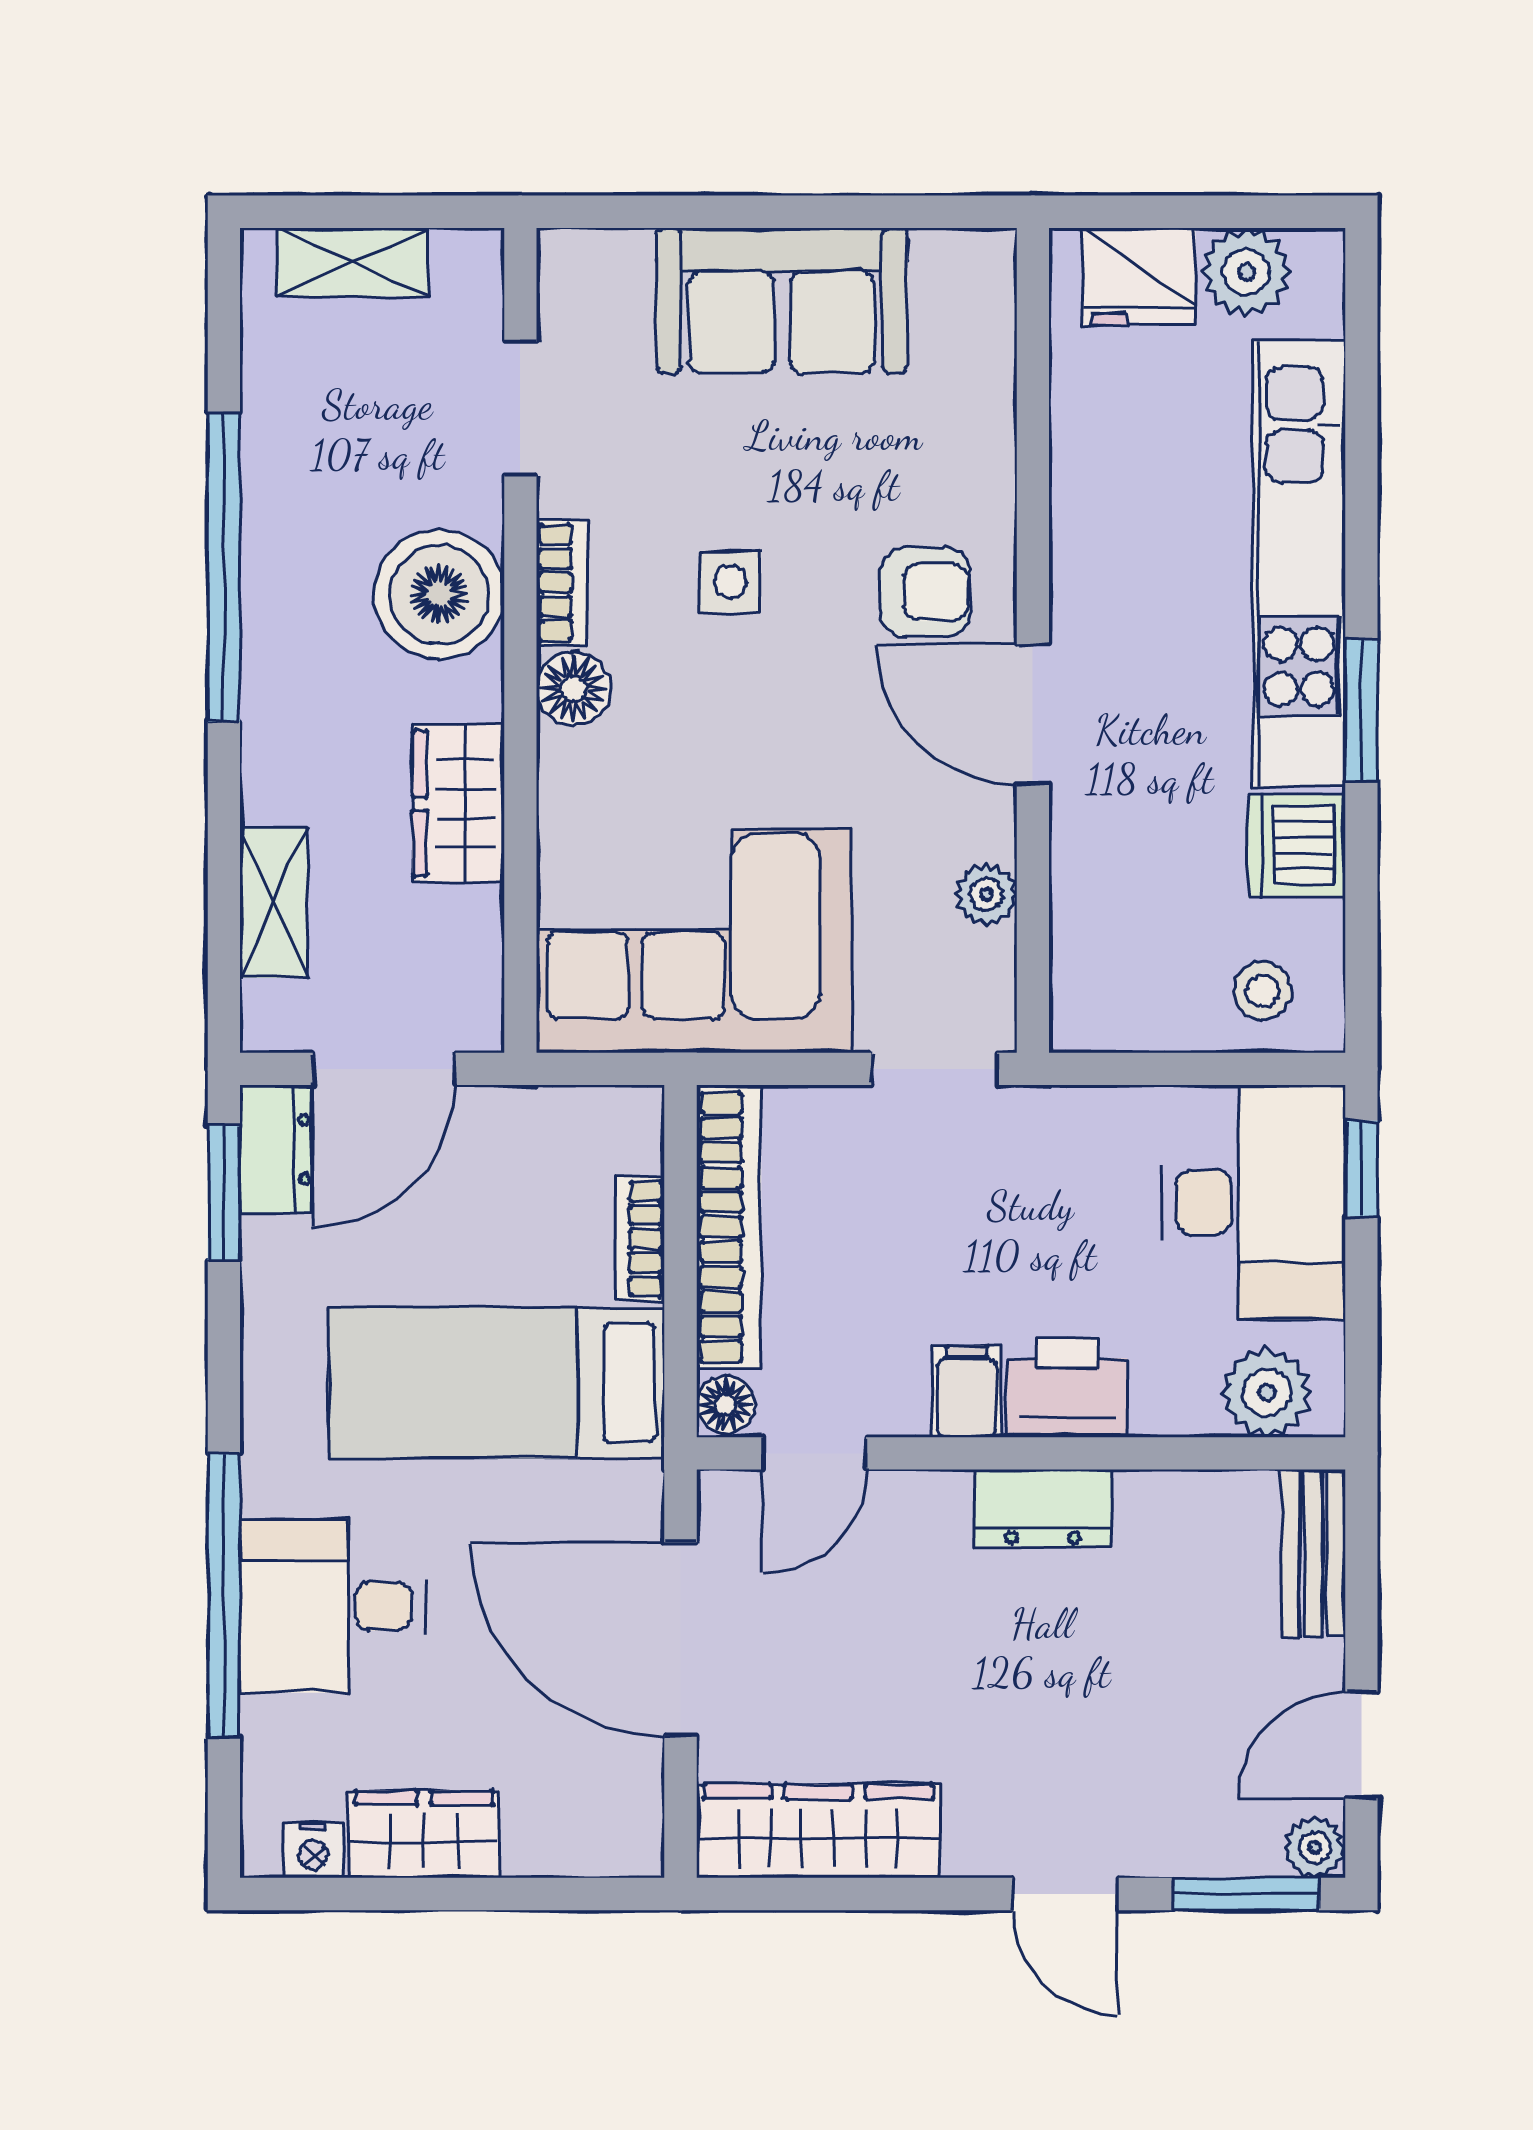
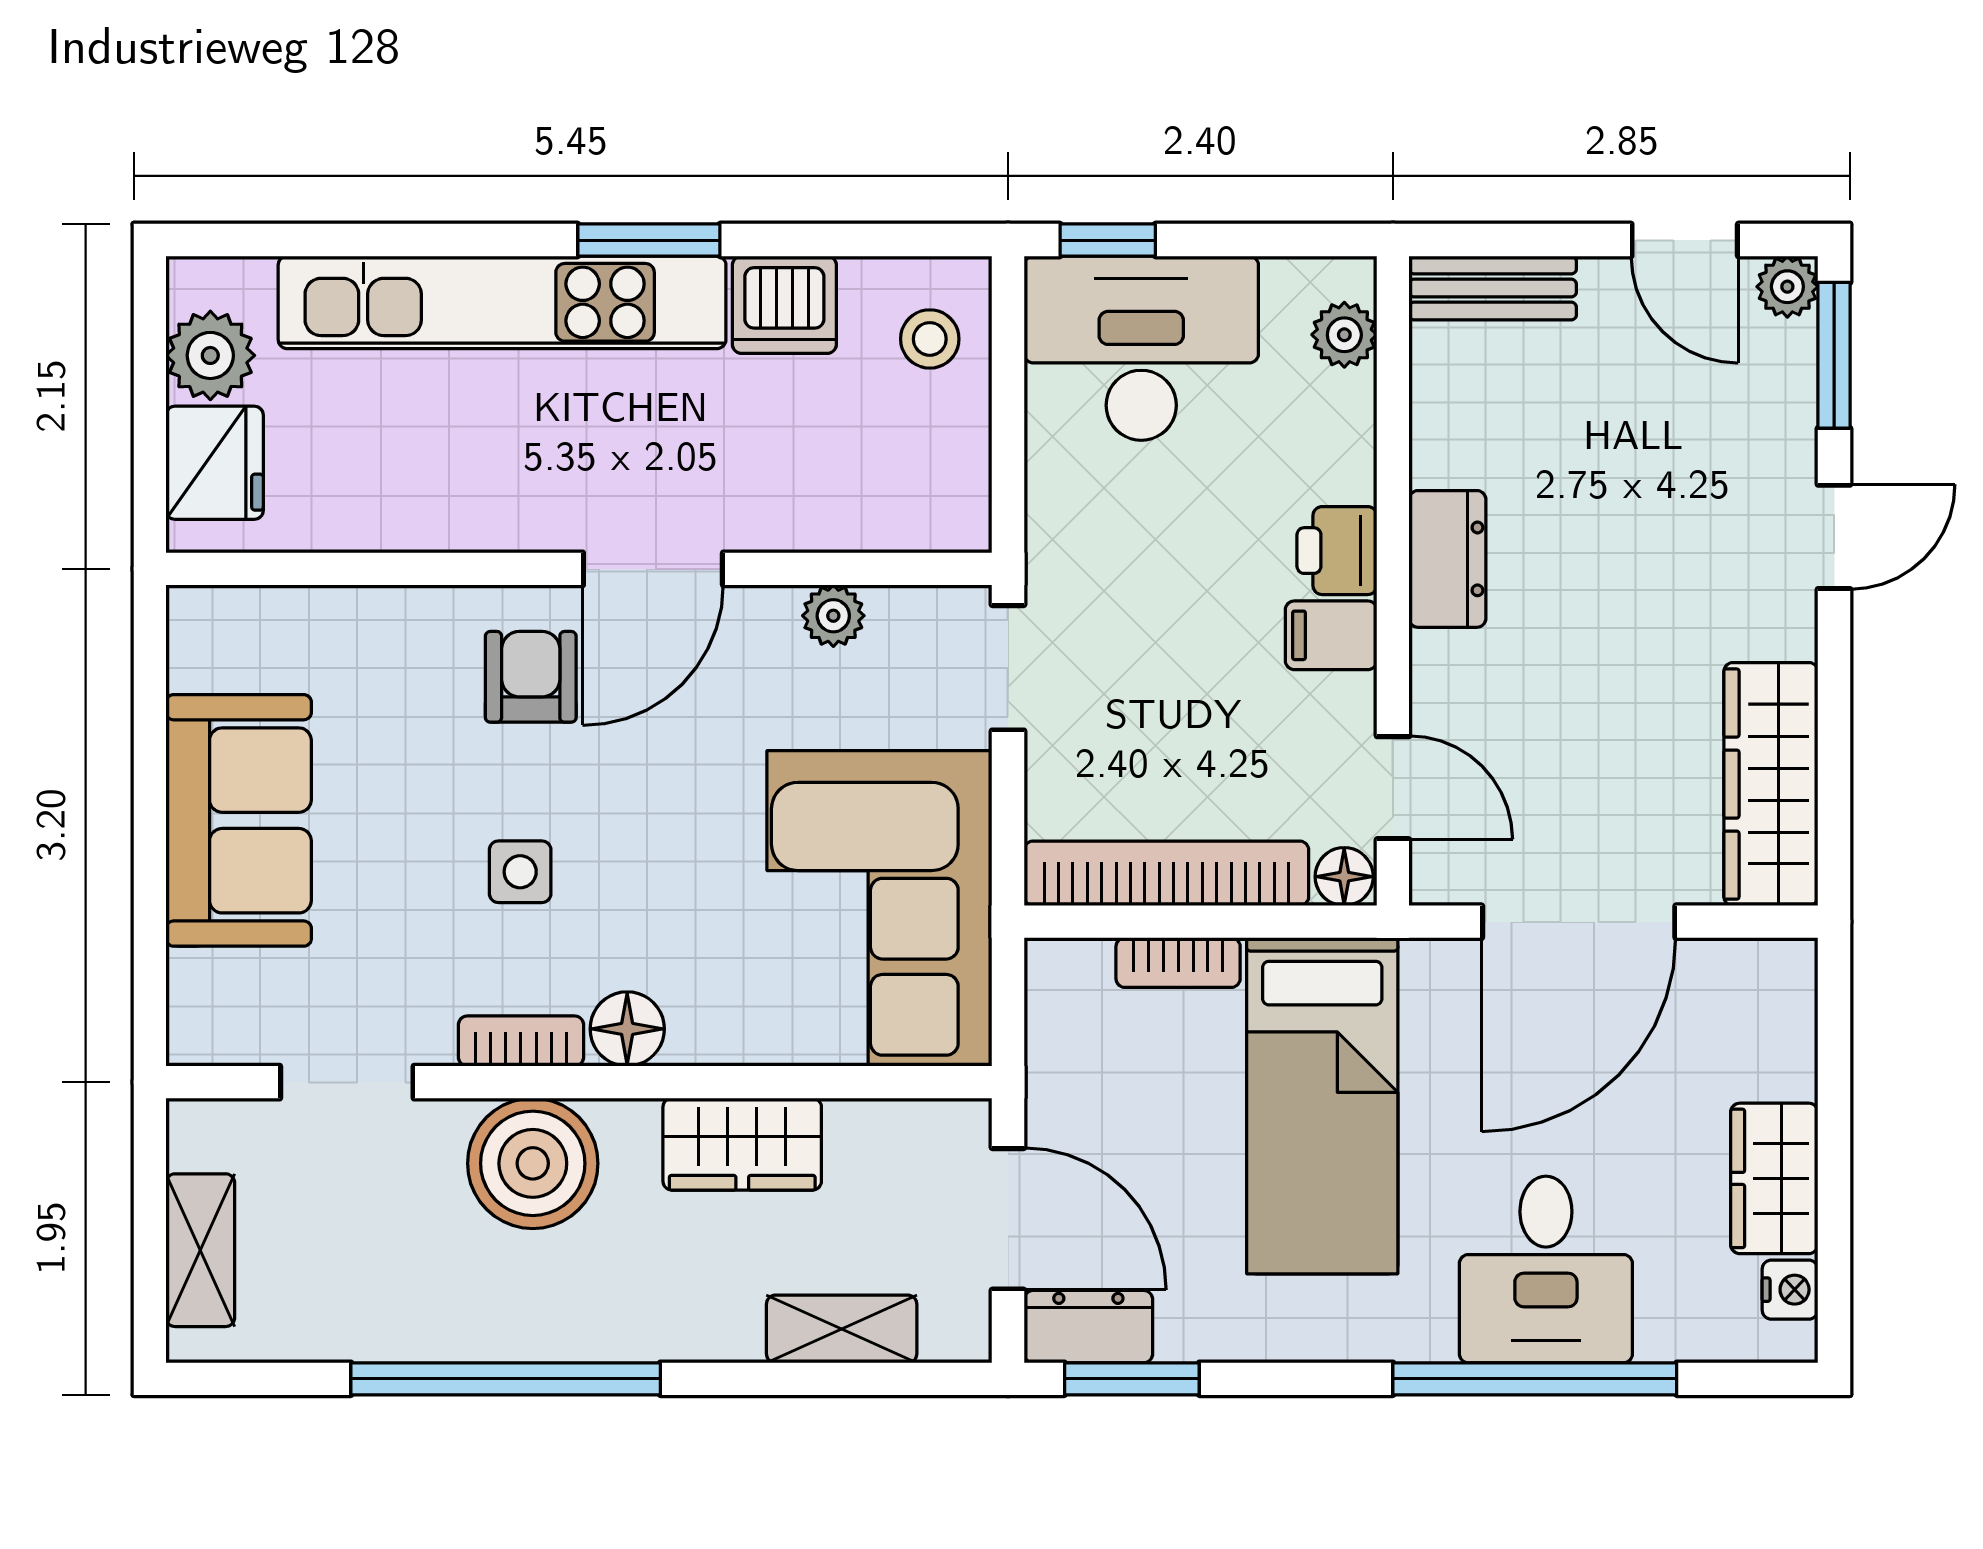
printer: (1067, 1388) -> (1337, 551), width x0.73, depth x0.81
plant: (1267, 1393) -> (1344, 335), width x0.73, depth x0.73

